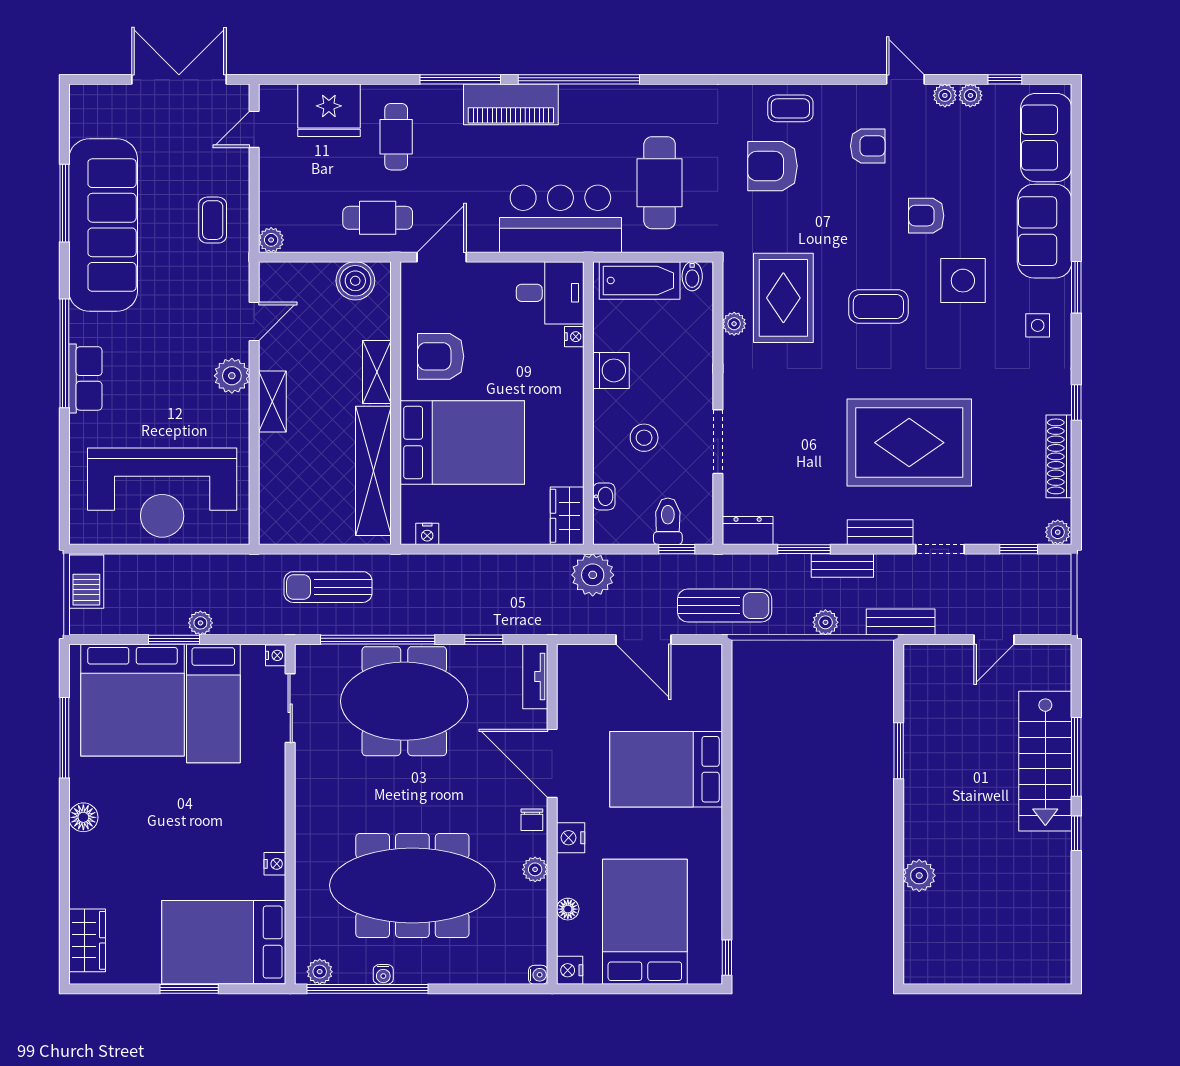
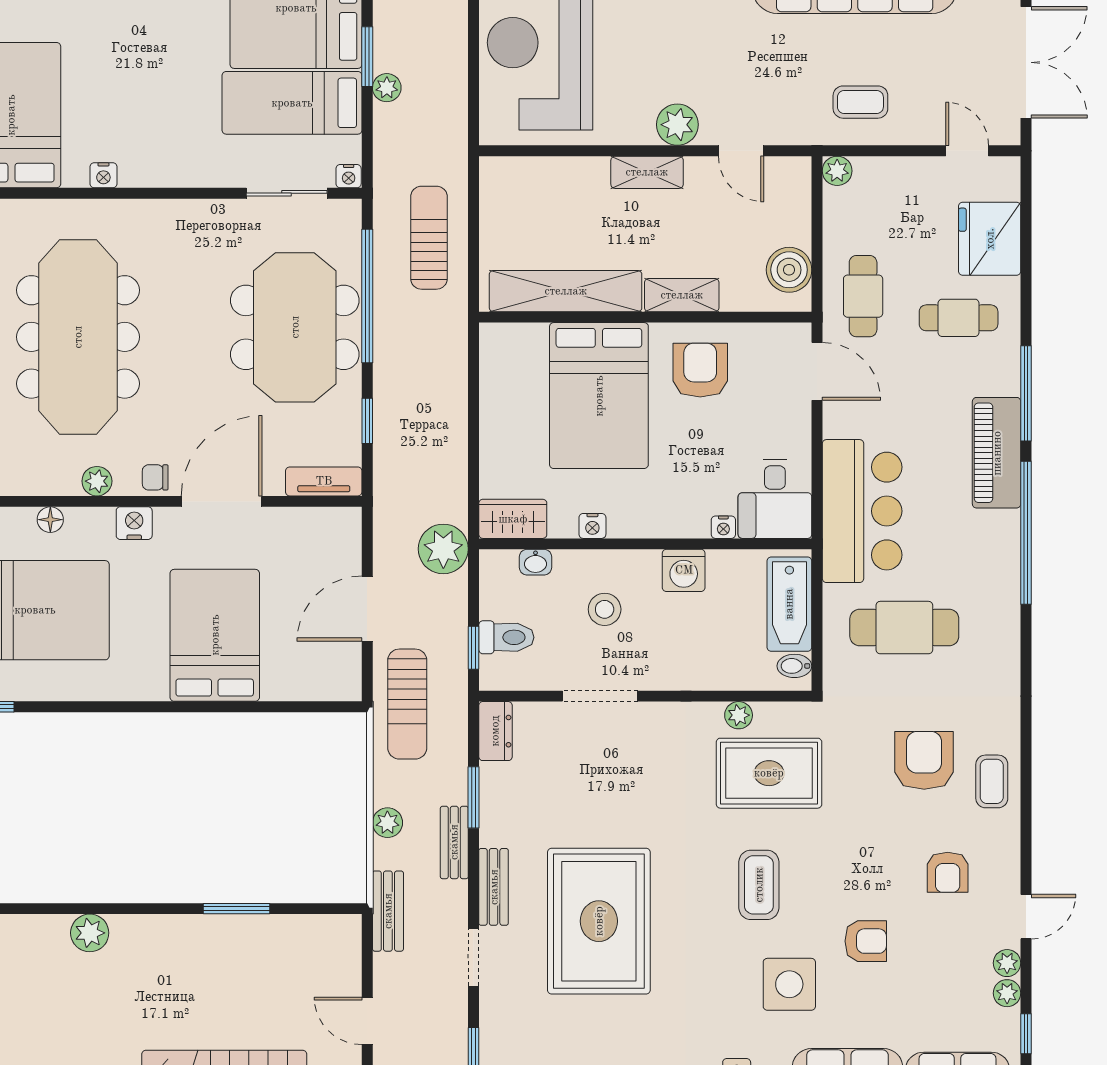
armchair: (926, 216) -> (866, 941), turned 90
nightstand: (427, 534) -> (592, 526), moved, turned -90

